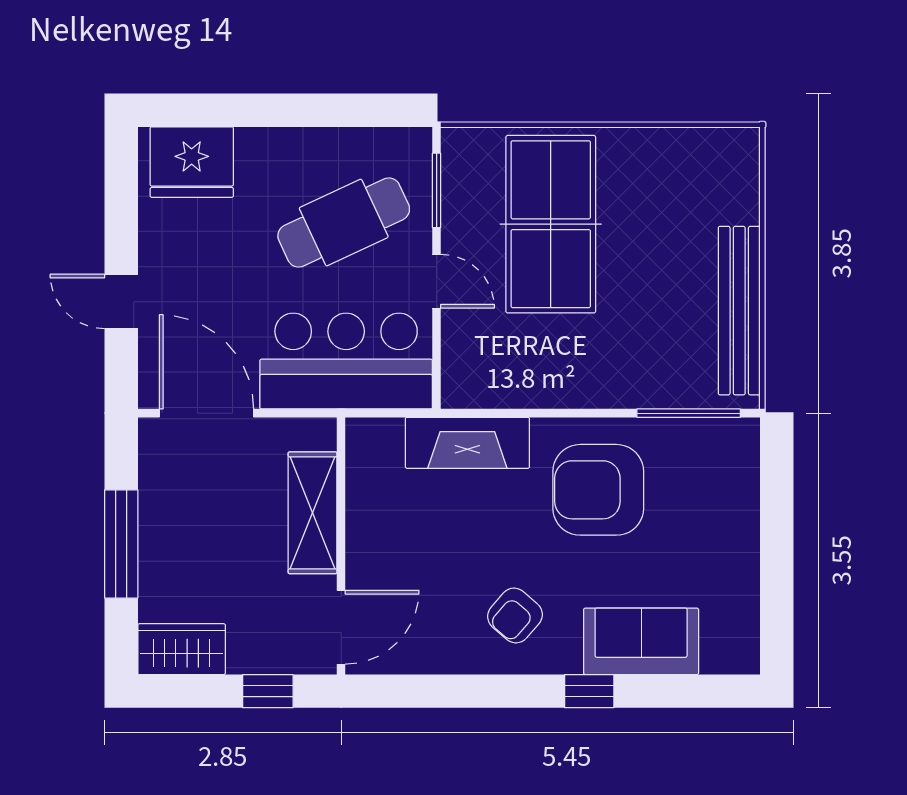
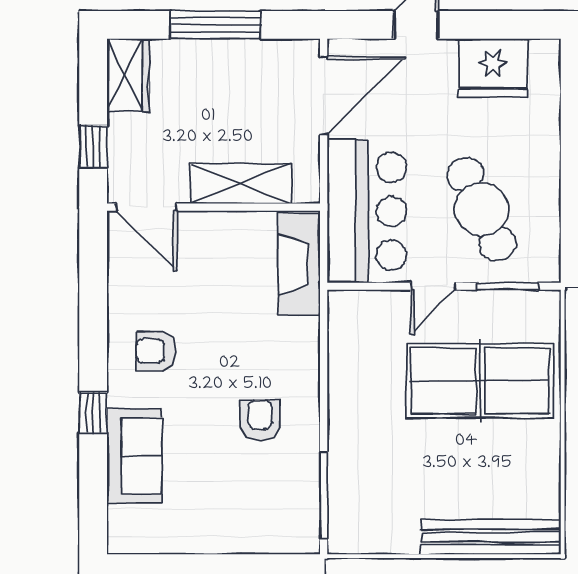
fridge: (192, 162) -> (493, 68), moved, turned -90
bench: (739, 311) -> (491, 537), moved
fireplace: (467, 443) -> (299, 264), moved
armchair: (598, 490) -> (260, 420), width x0.53, depth x0.53
armchair: (515, 615) -> (156, 351), turned -40

